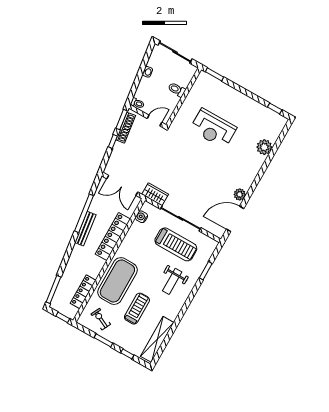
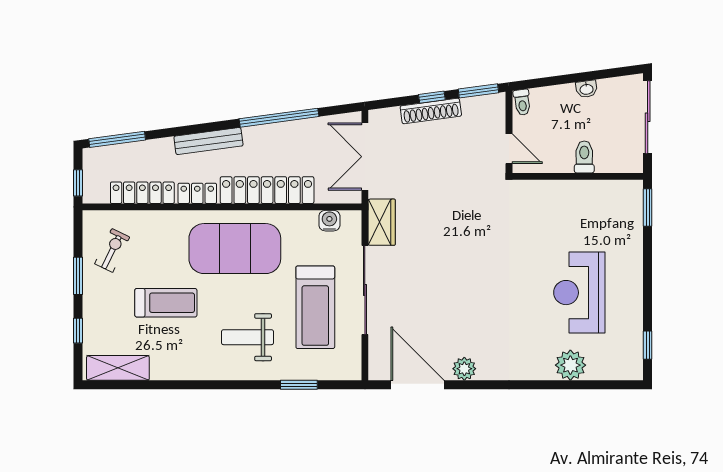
shoe rack: (126, 128) -> (431, 111), moved
reception desk: (213, 129) -> (579, 293), moved
bench: (85, 229) -> (208, 141), moved
locker: (97, 268) -> (197, 193), added
exercise mat: (117, 281) -> (235, 249), moved
shelving: (157, 339) -> (118, 368), width x0.68

